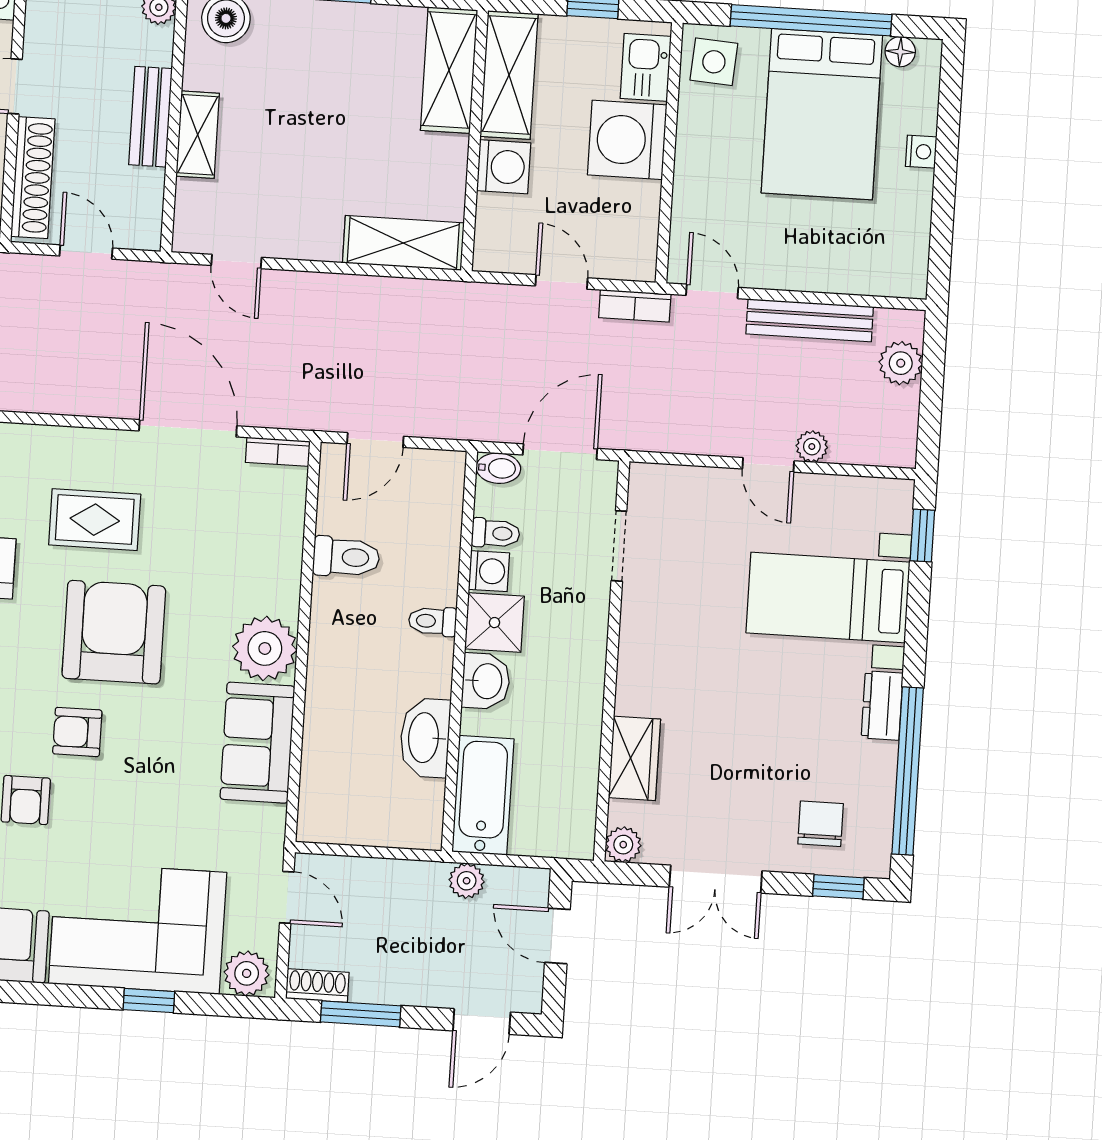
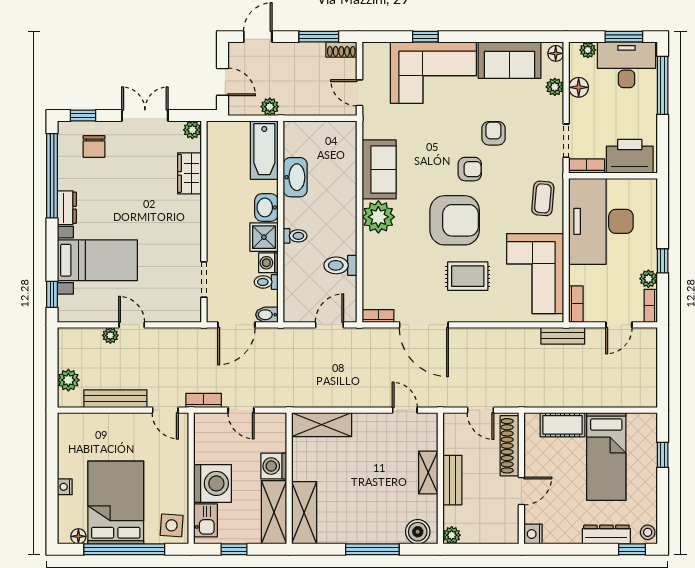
armchair: (114, 632) -> (455, 220), turned -90
plant: (247, 973) -> (377, 53), removed

